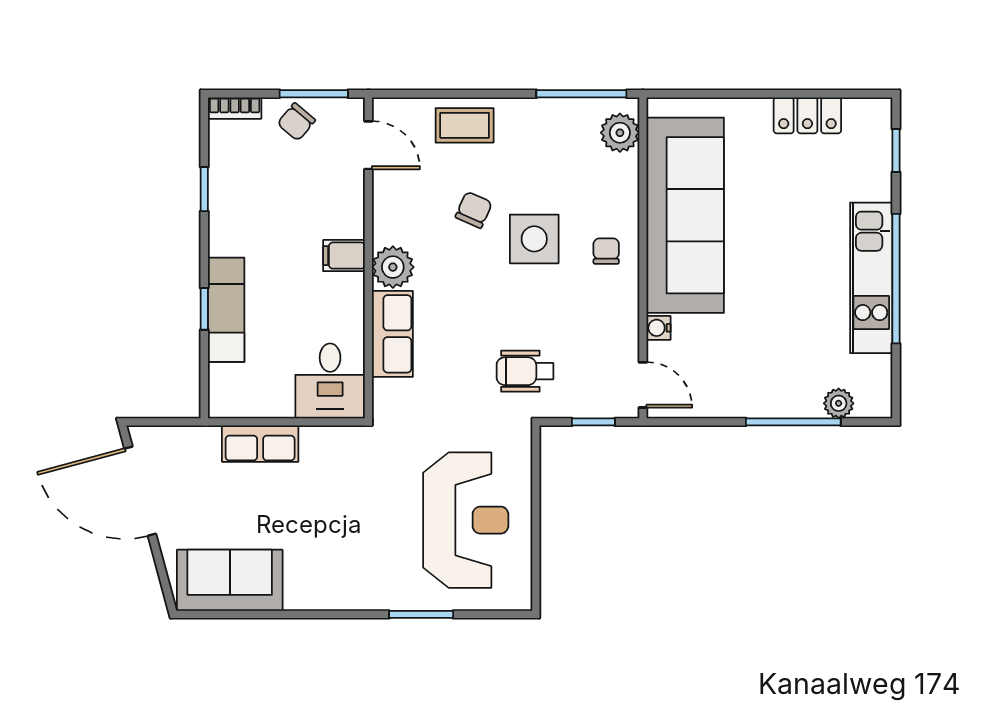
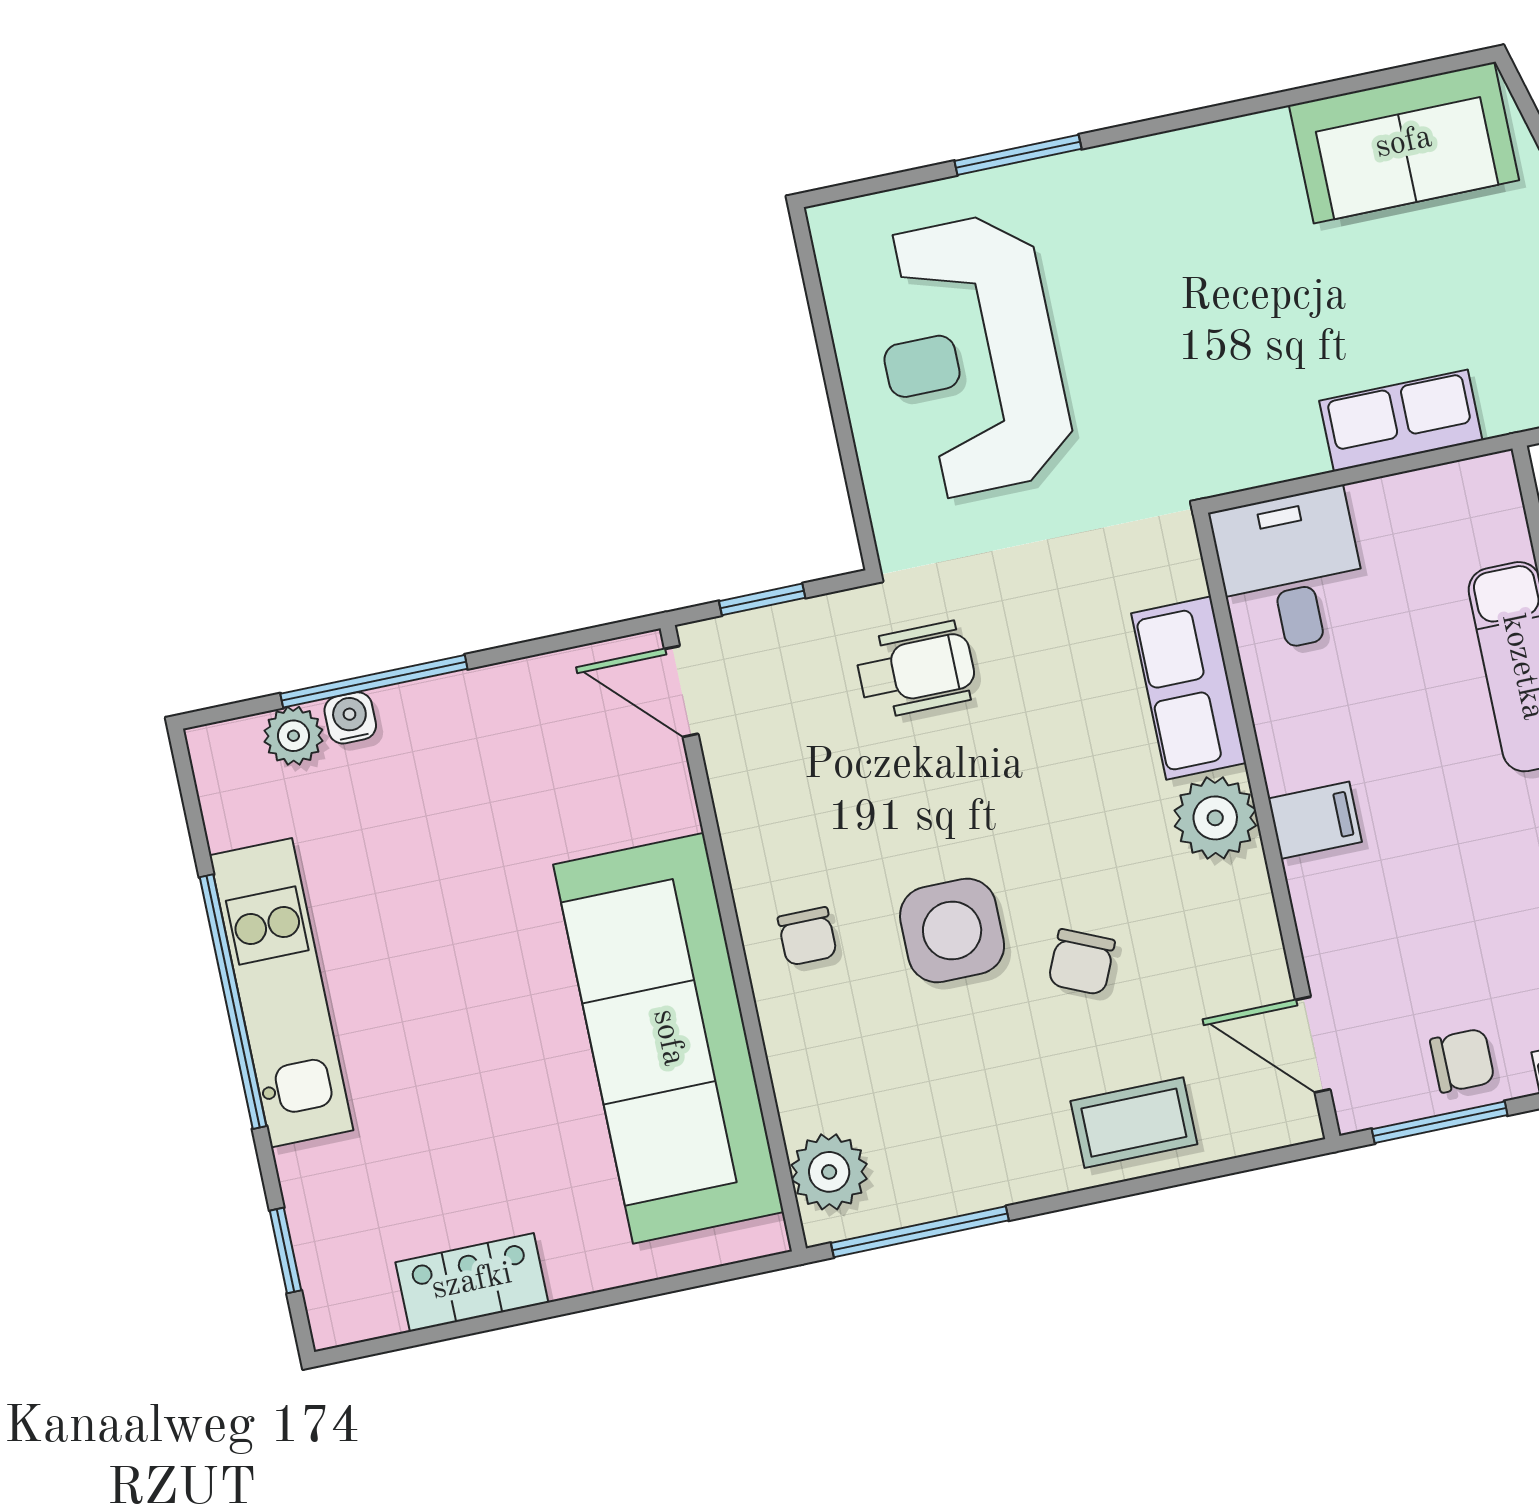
chair: (296, 122) -> (1462, 1061), turned 50
water cooler: (658, 328) -> (350, 718), moved, turned -90

